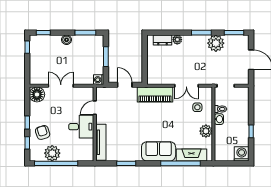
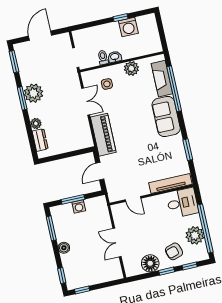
plant: (216, 43) -> (33, 93), moved
washing machine: (99, 80) -> (79, 207), moved
floor lamp: (37, 94) -> (150, 263), moved
desk: (81, 127) -> (182, 203), moved, turned 90
washing machine: (242, 154) -> (128, 27), moved, turned -90

